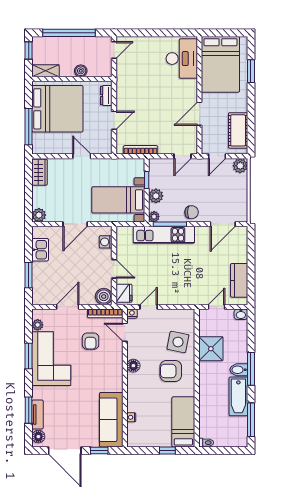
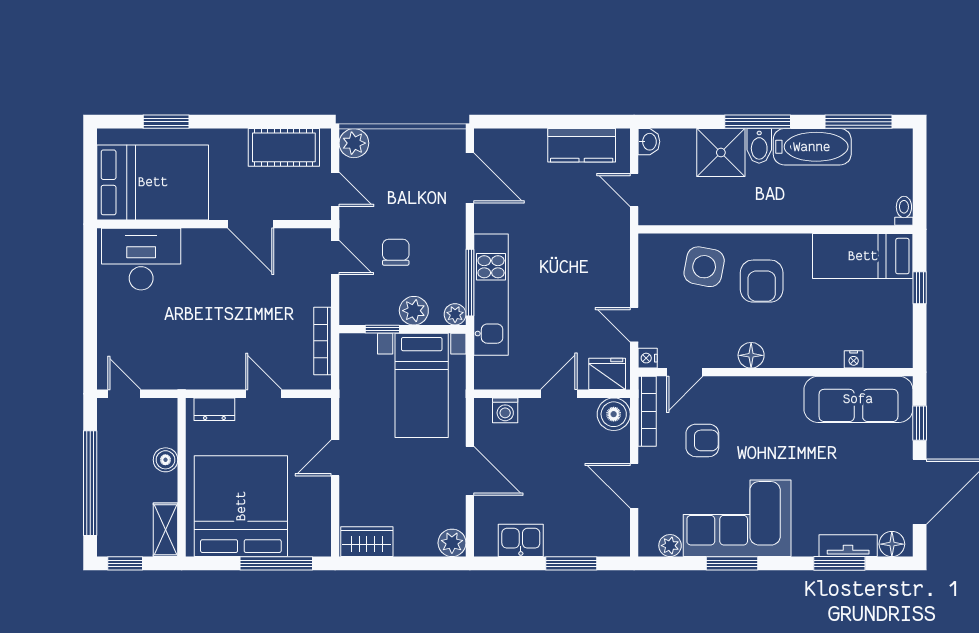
chair: (192, 212) -> (396, 252), moved
shower: (211, 349) -> (721, 153), moved

